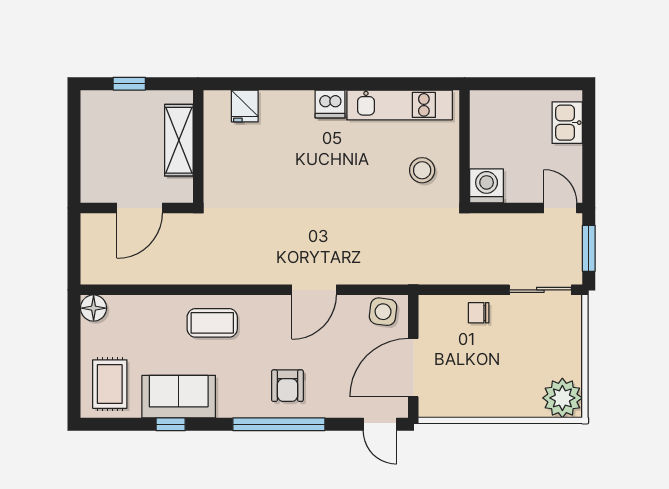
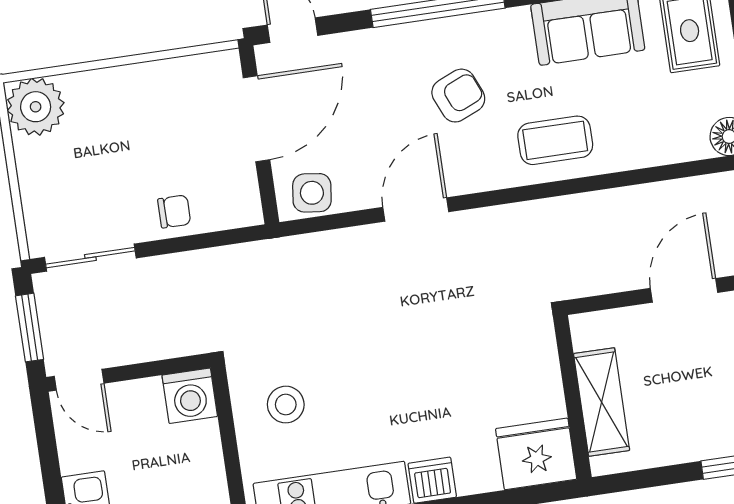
fridge: (245, 106) -> (536, 454), width x1.88, depth x1.34
shelving: (179, 140) -> (602, 402), moved
wall: (198, 146) -> (572, 397), moved
armchair: (287, 386) -> (458, 96), moved, turned 67

